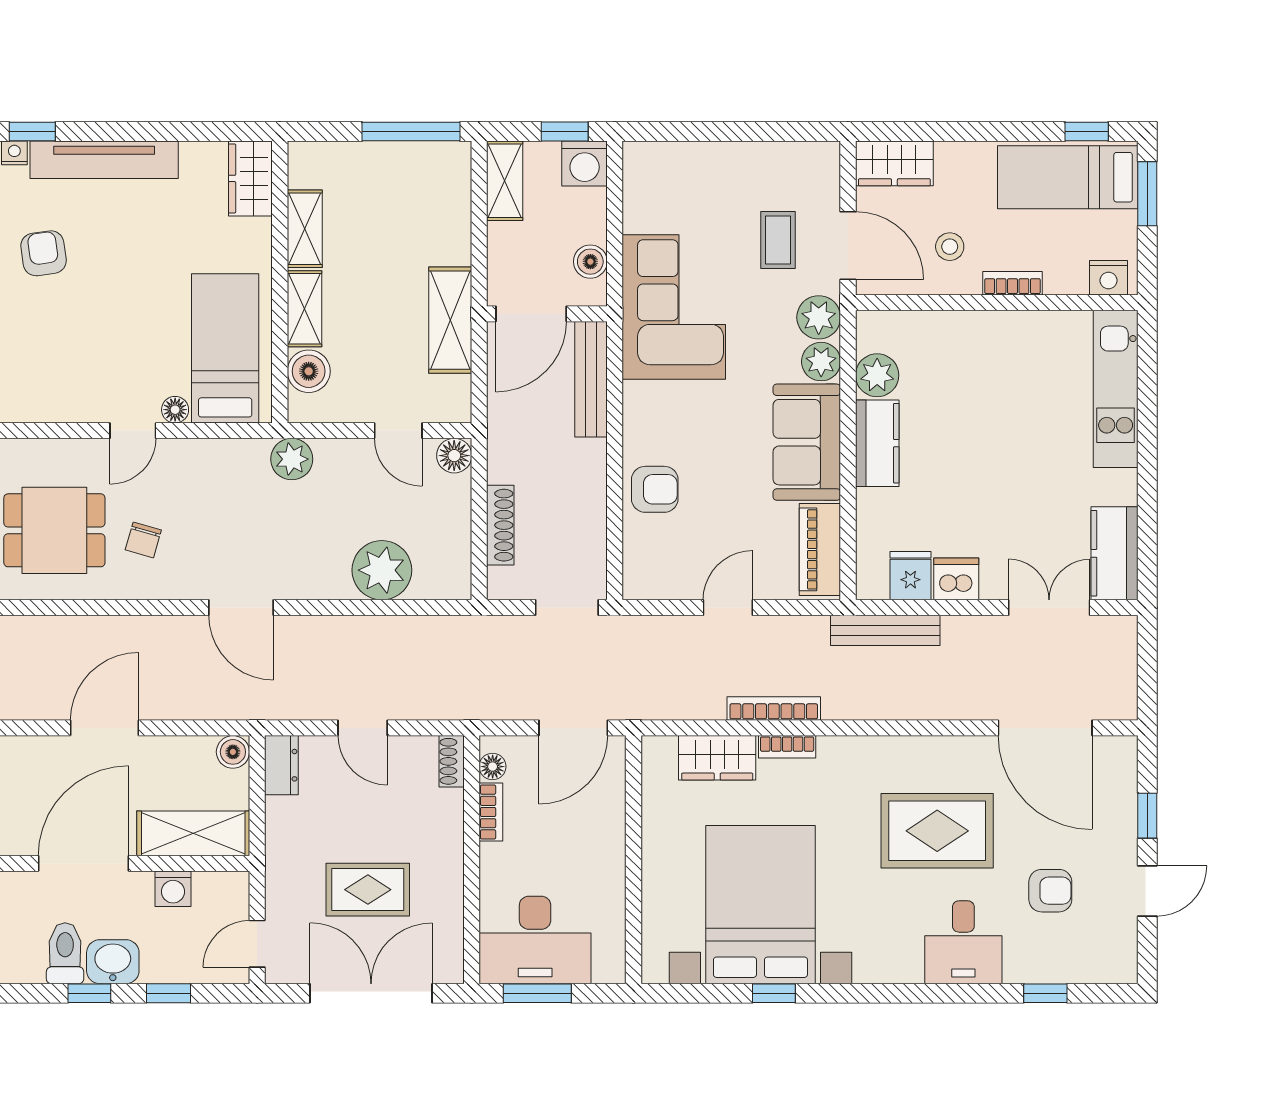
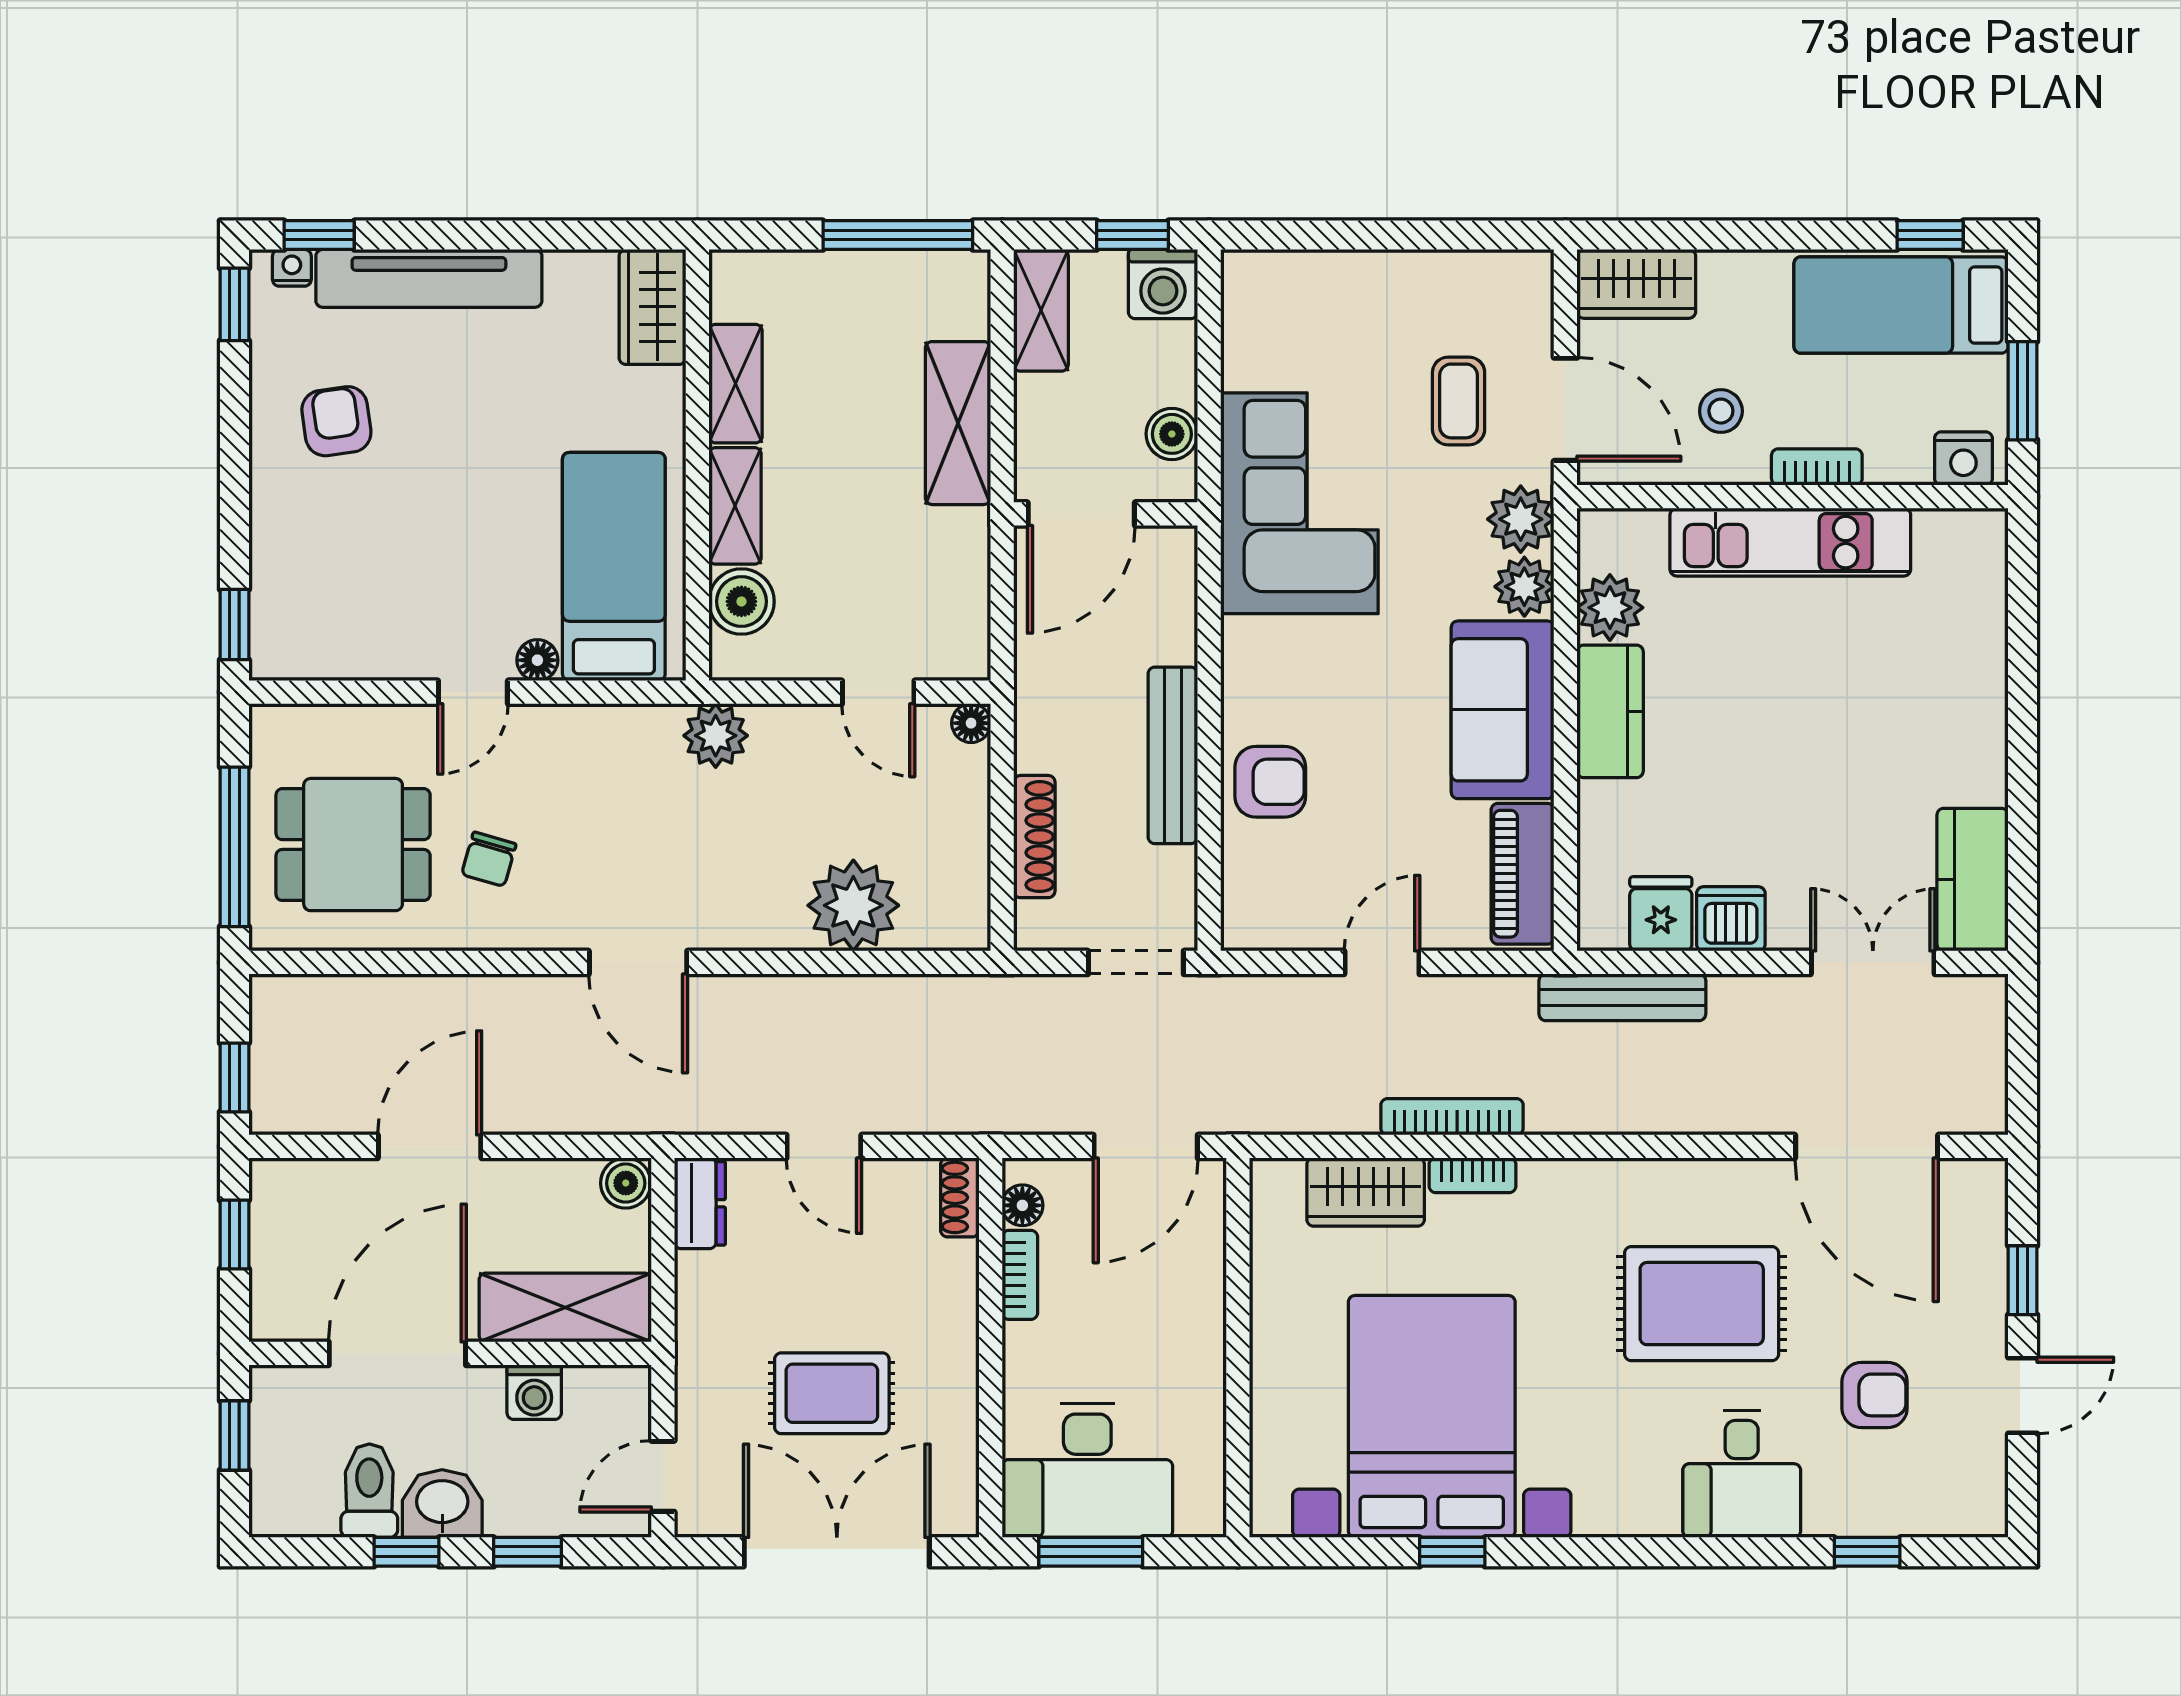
window: (1147, 194) -> (2023, 391), moved
shelving: (450, 320) -> (958, 423), moved
bench: (591, 379) -> (1173, 755), moved
kitchen unit: (1116, 389) -> (1790, 542), moved, turned -90
floor lamp: (454, 456) -> (971, 723), width x0.73, depth x0.73

